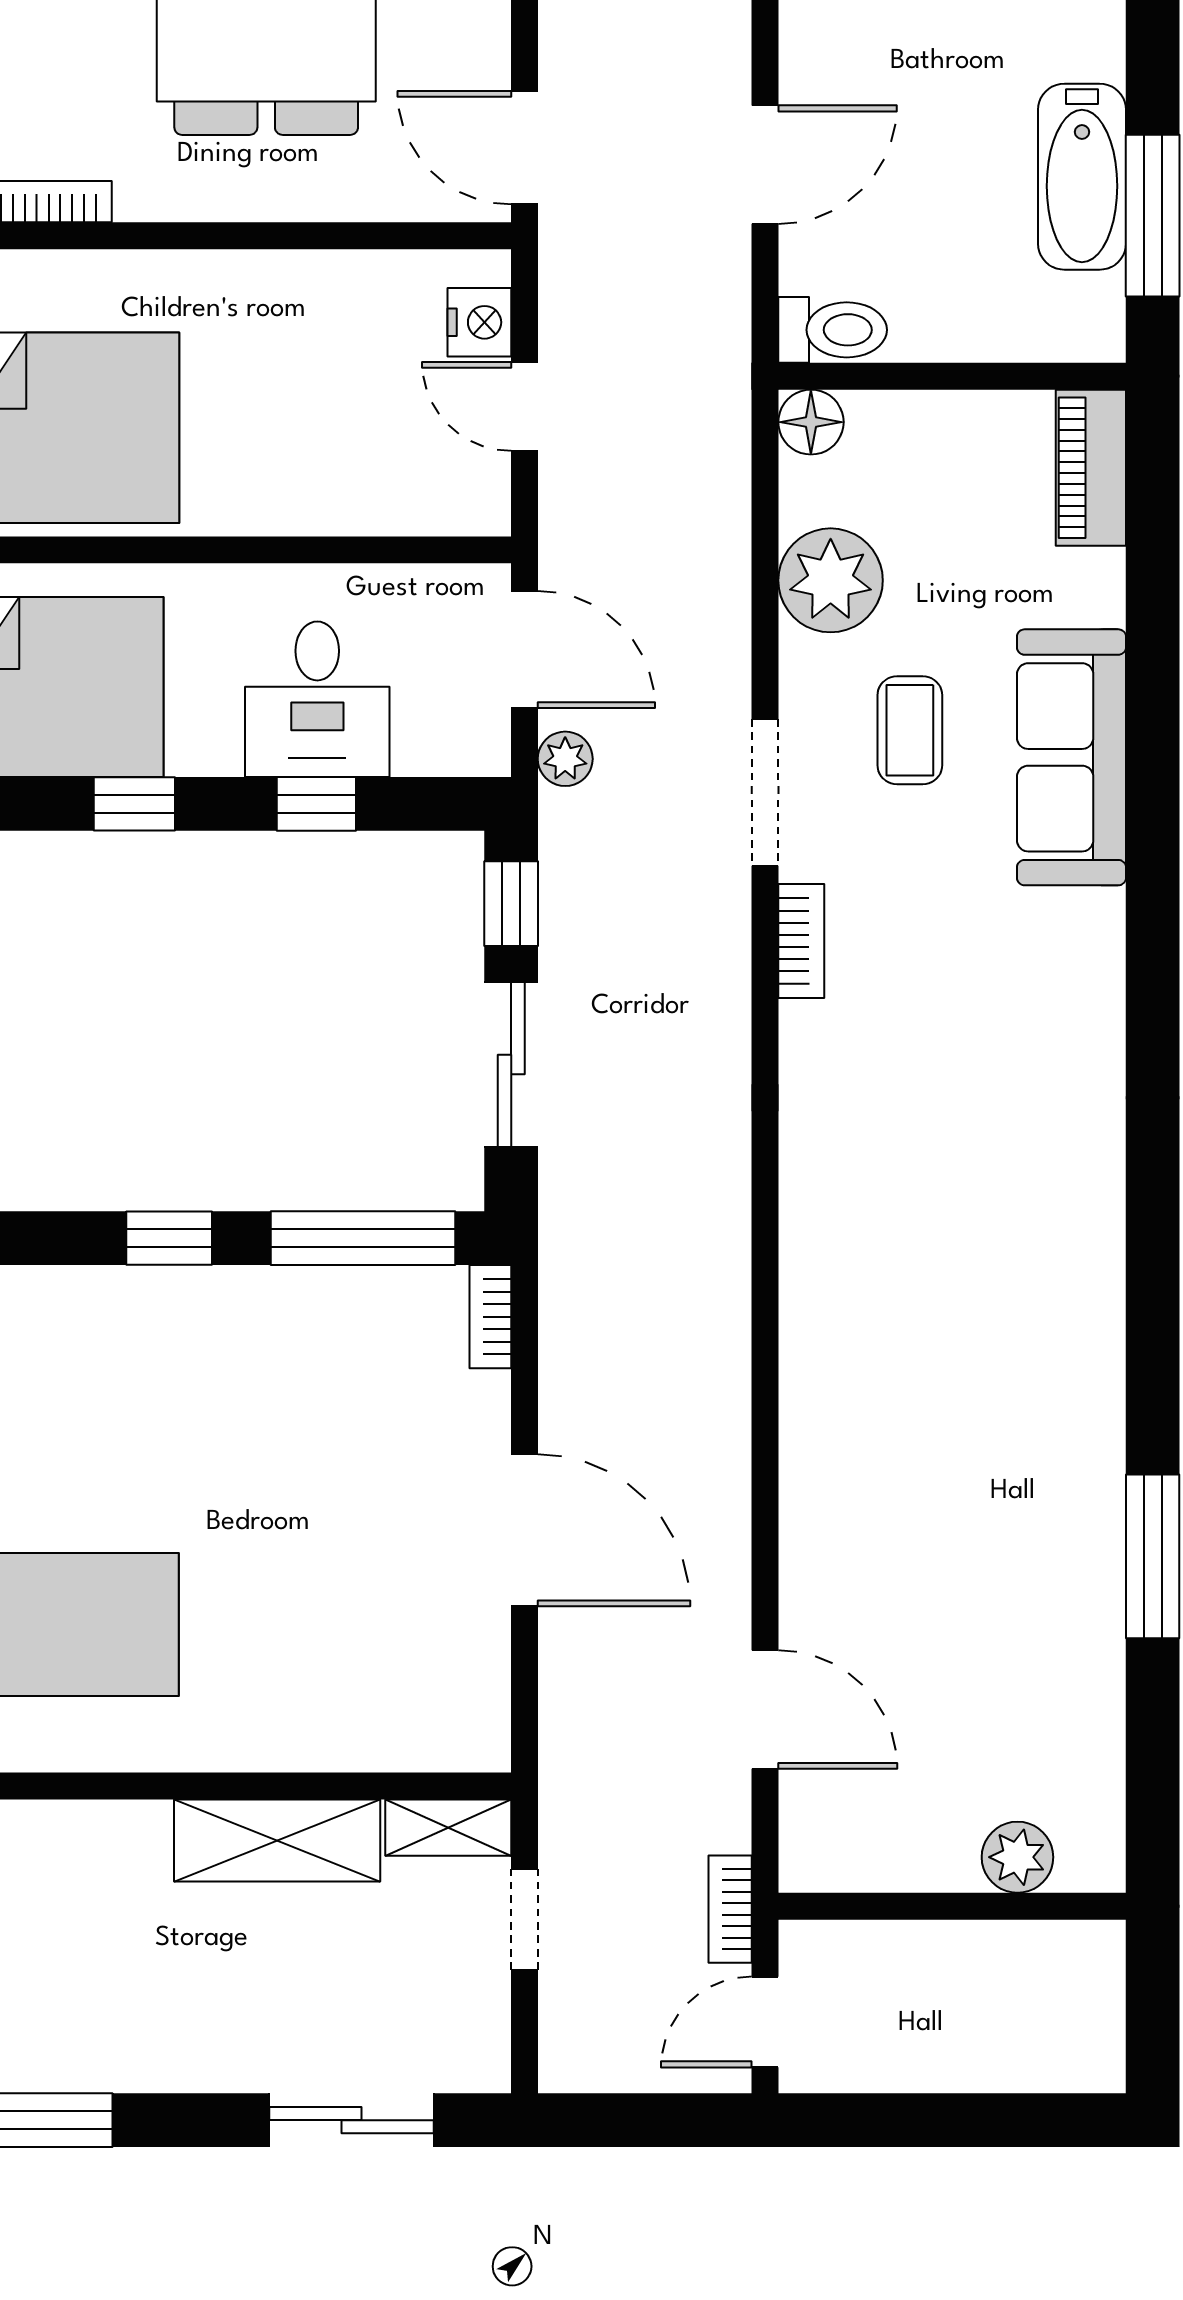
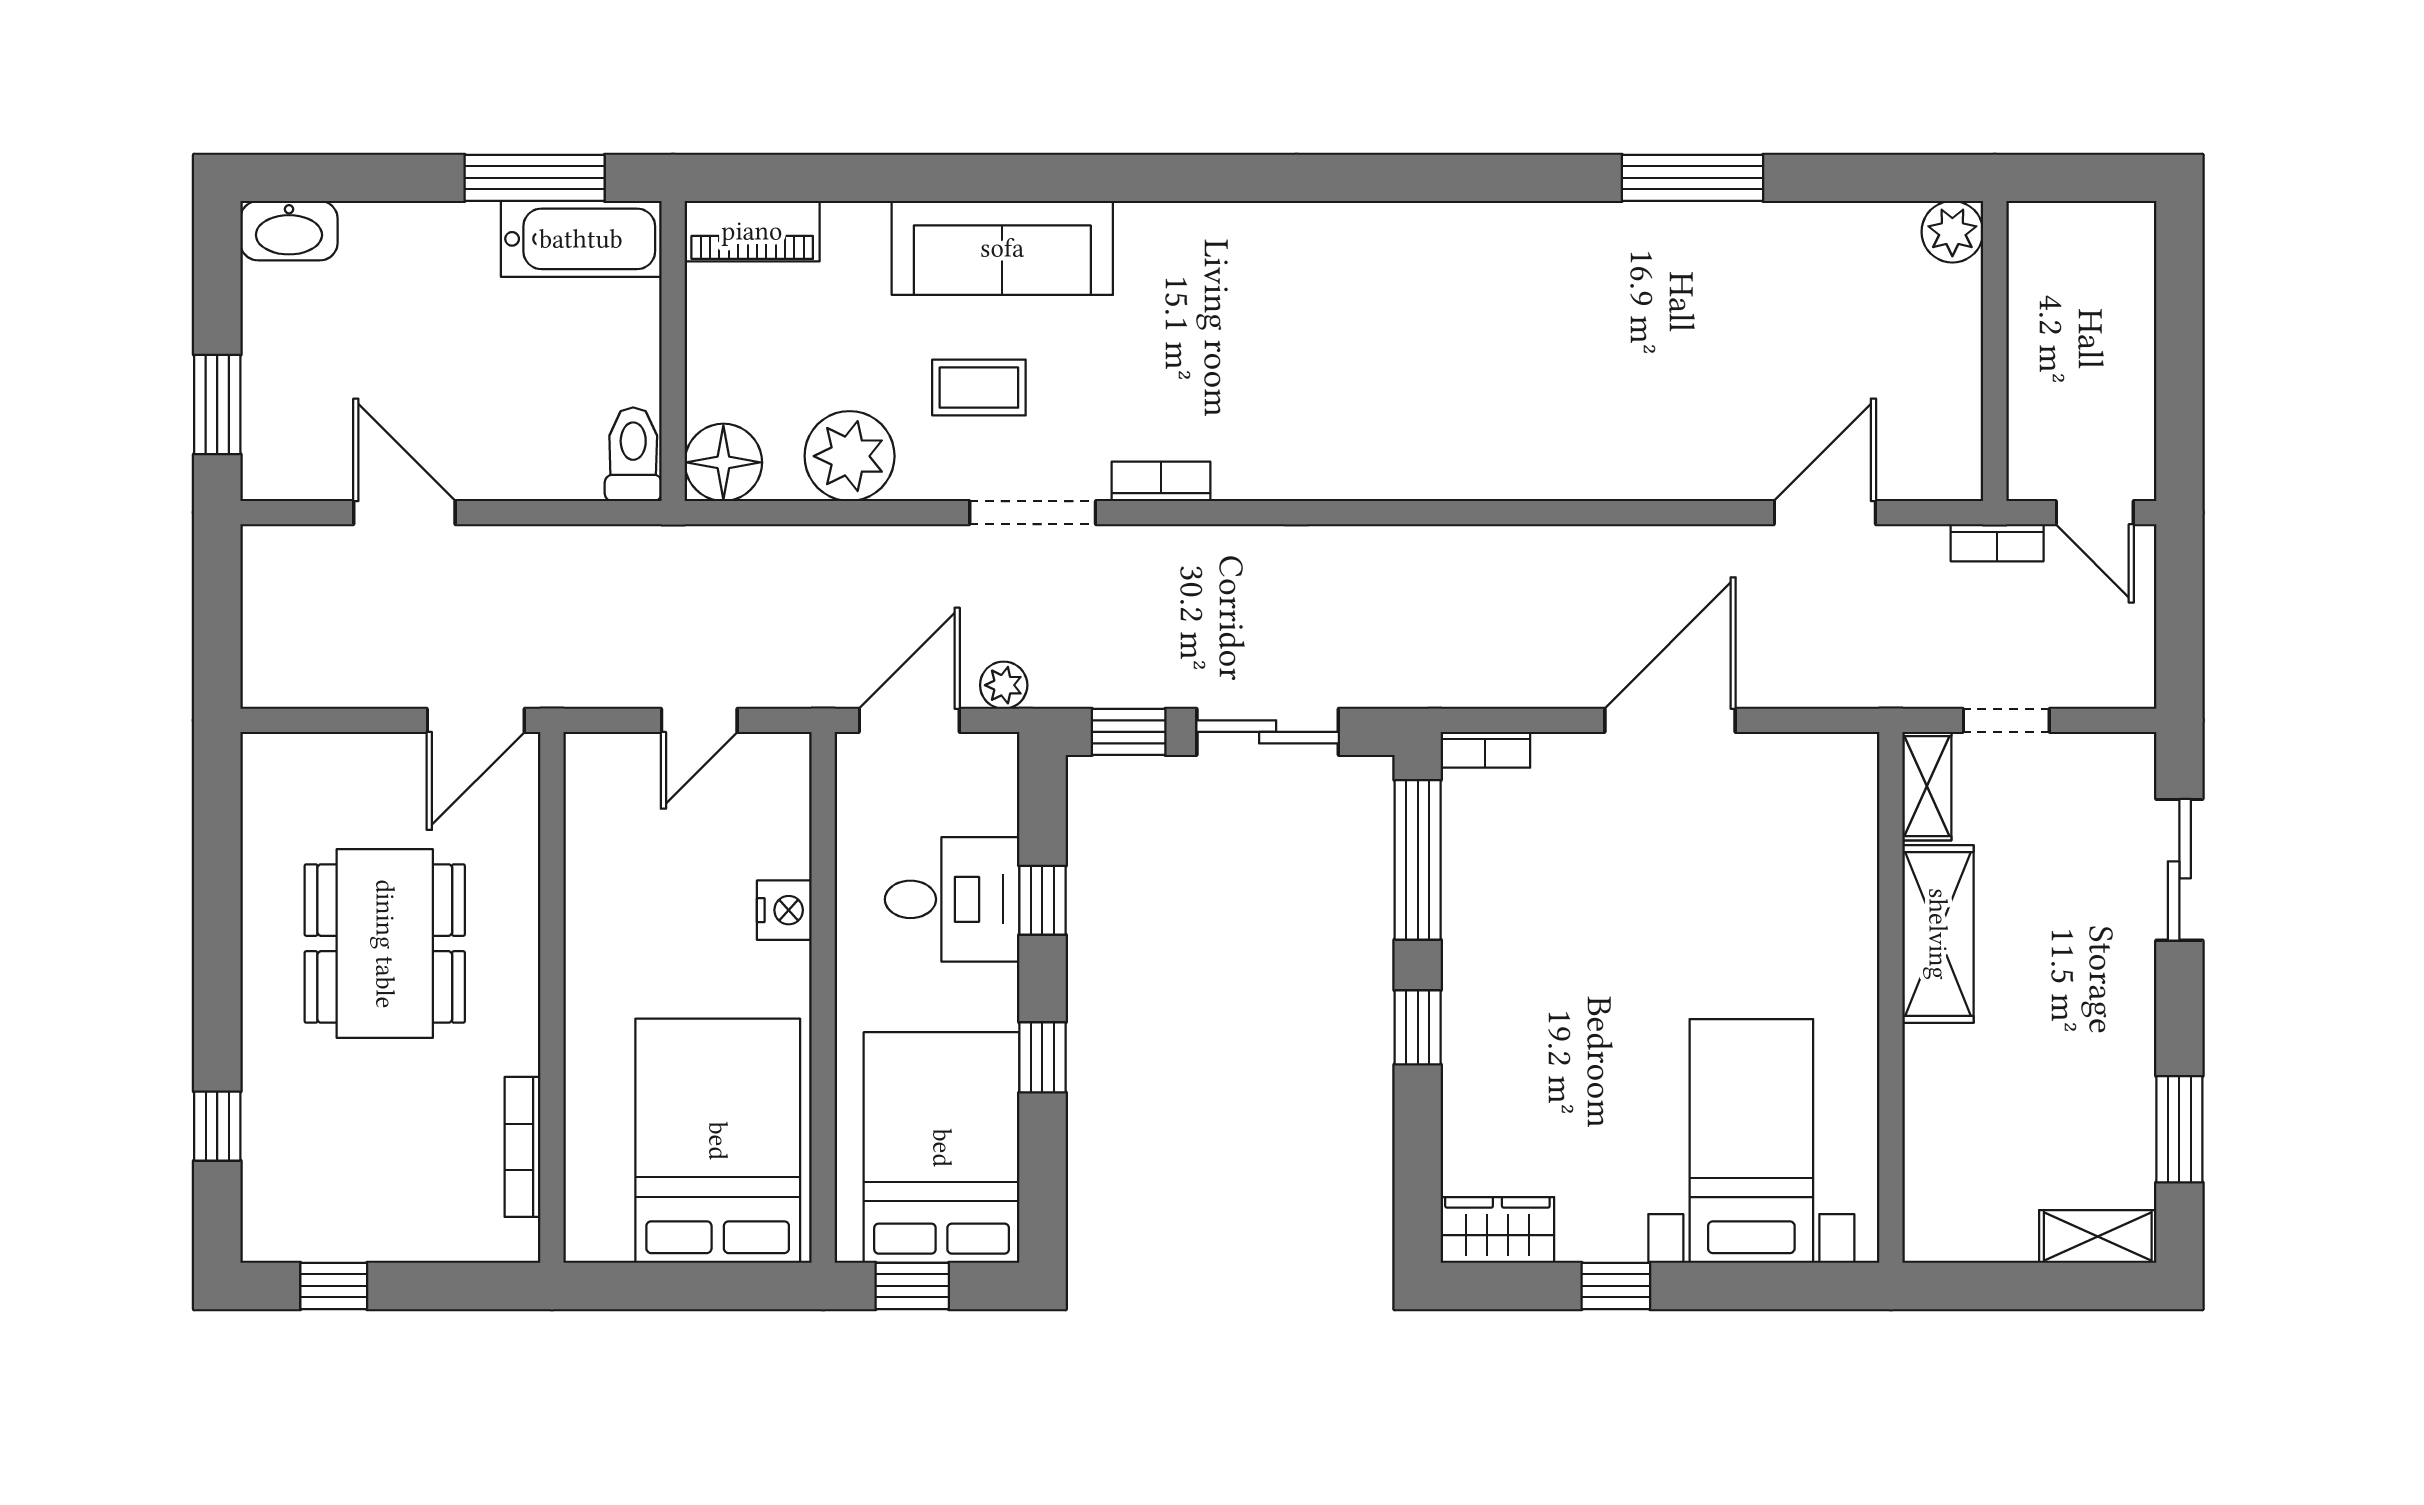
door: (765, 165) -> (404, 513), moved
bathtub: (1082, 177) -> (581, 239), moved
nightstand: (479, 322) -> (784, 910), moved, turned 90
floor lamp: (811, 422) -> (723, 462), width x1.38, depth x1.38
plant: (1017, 1857) -> (1952, 232), moved

